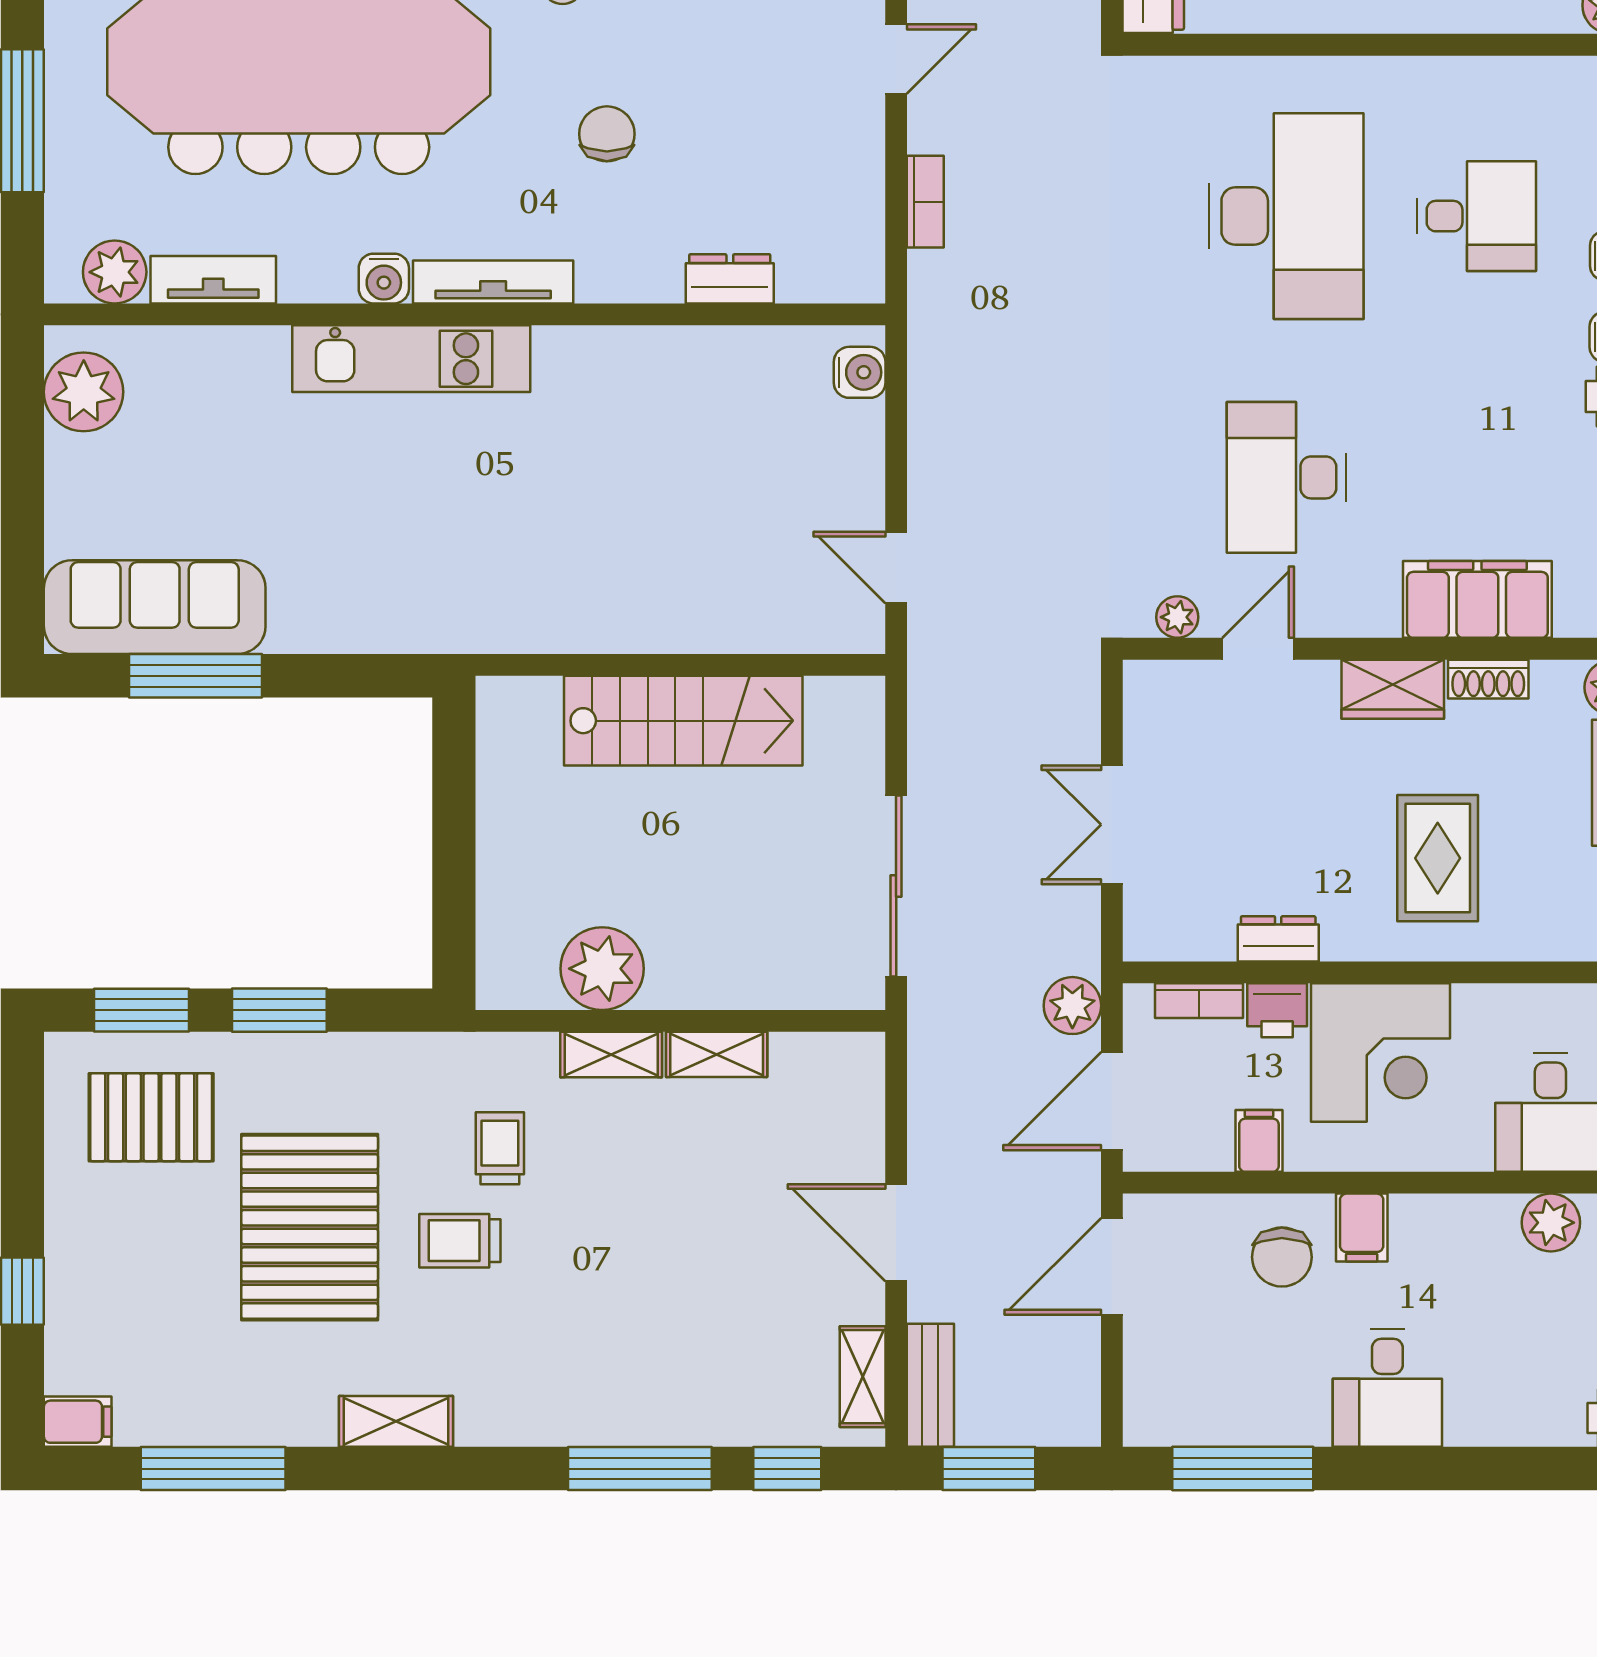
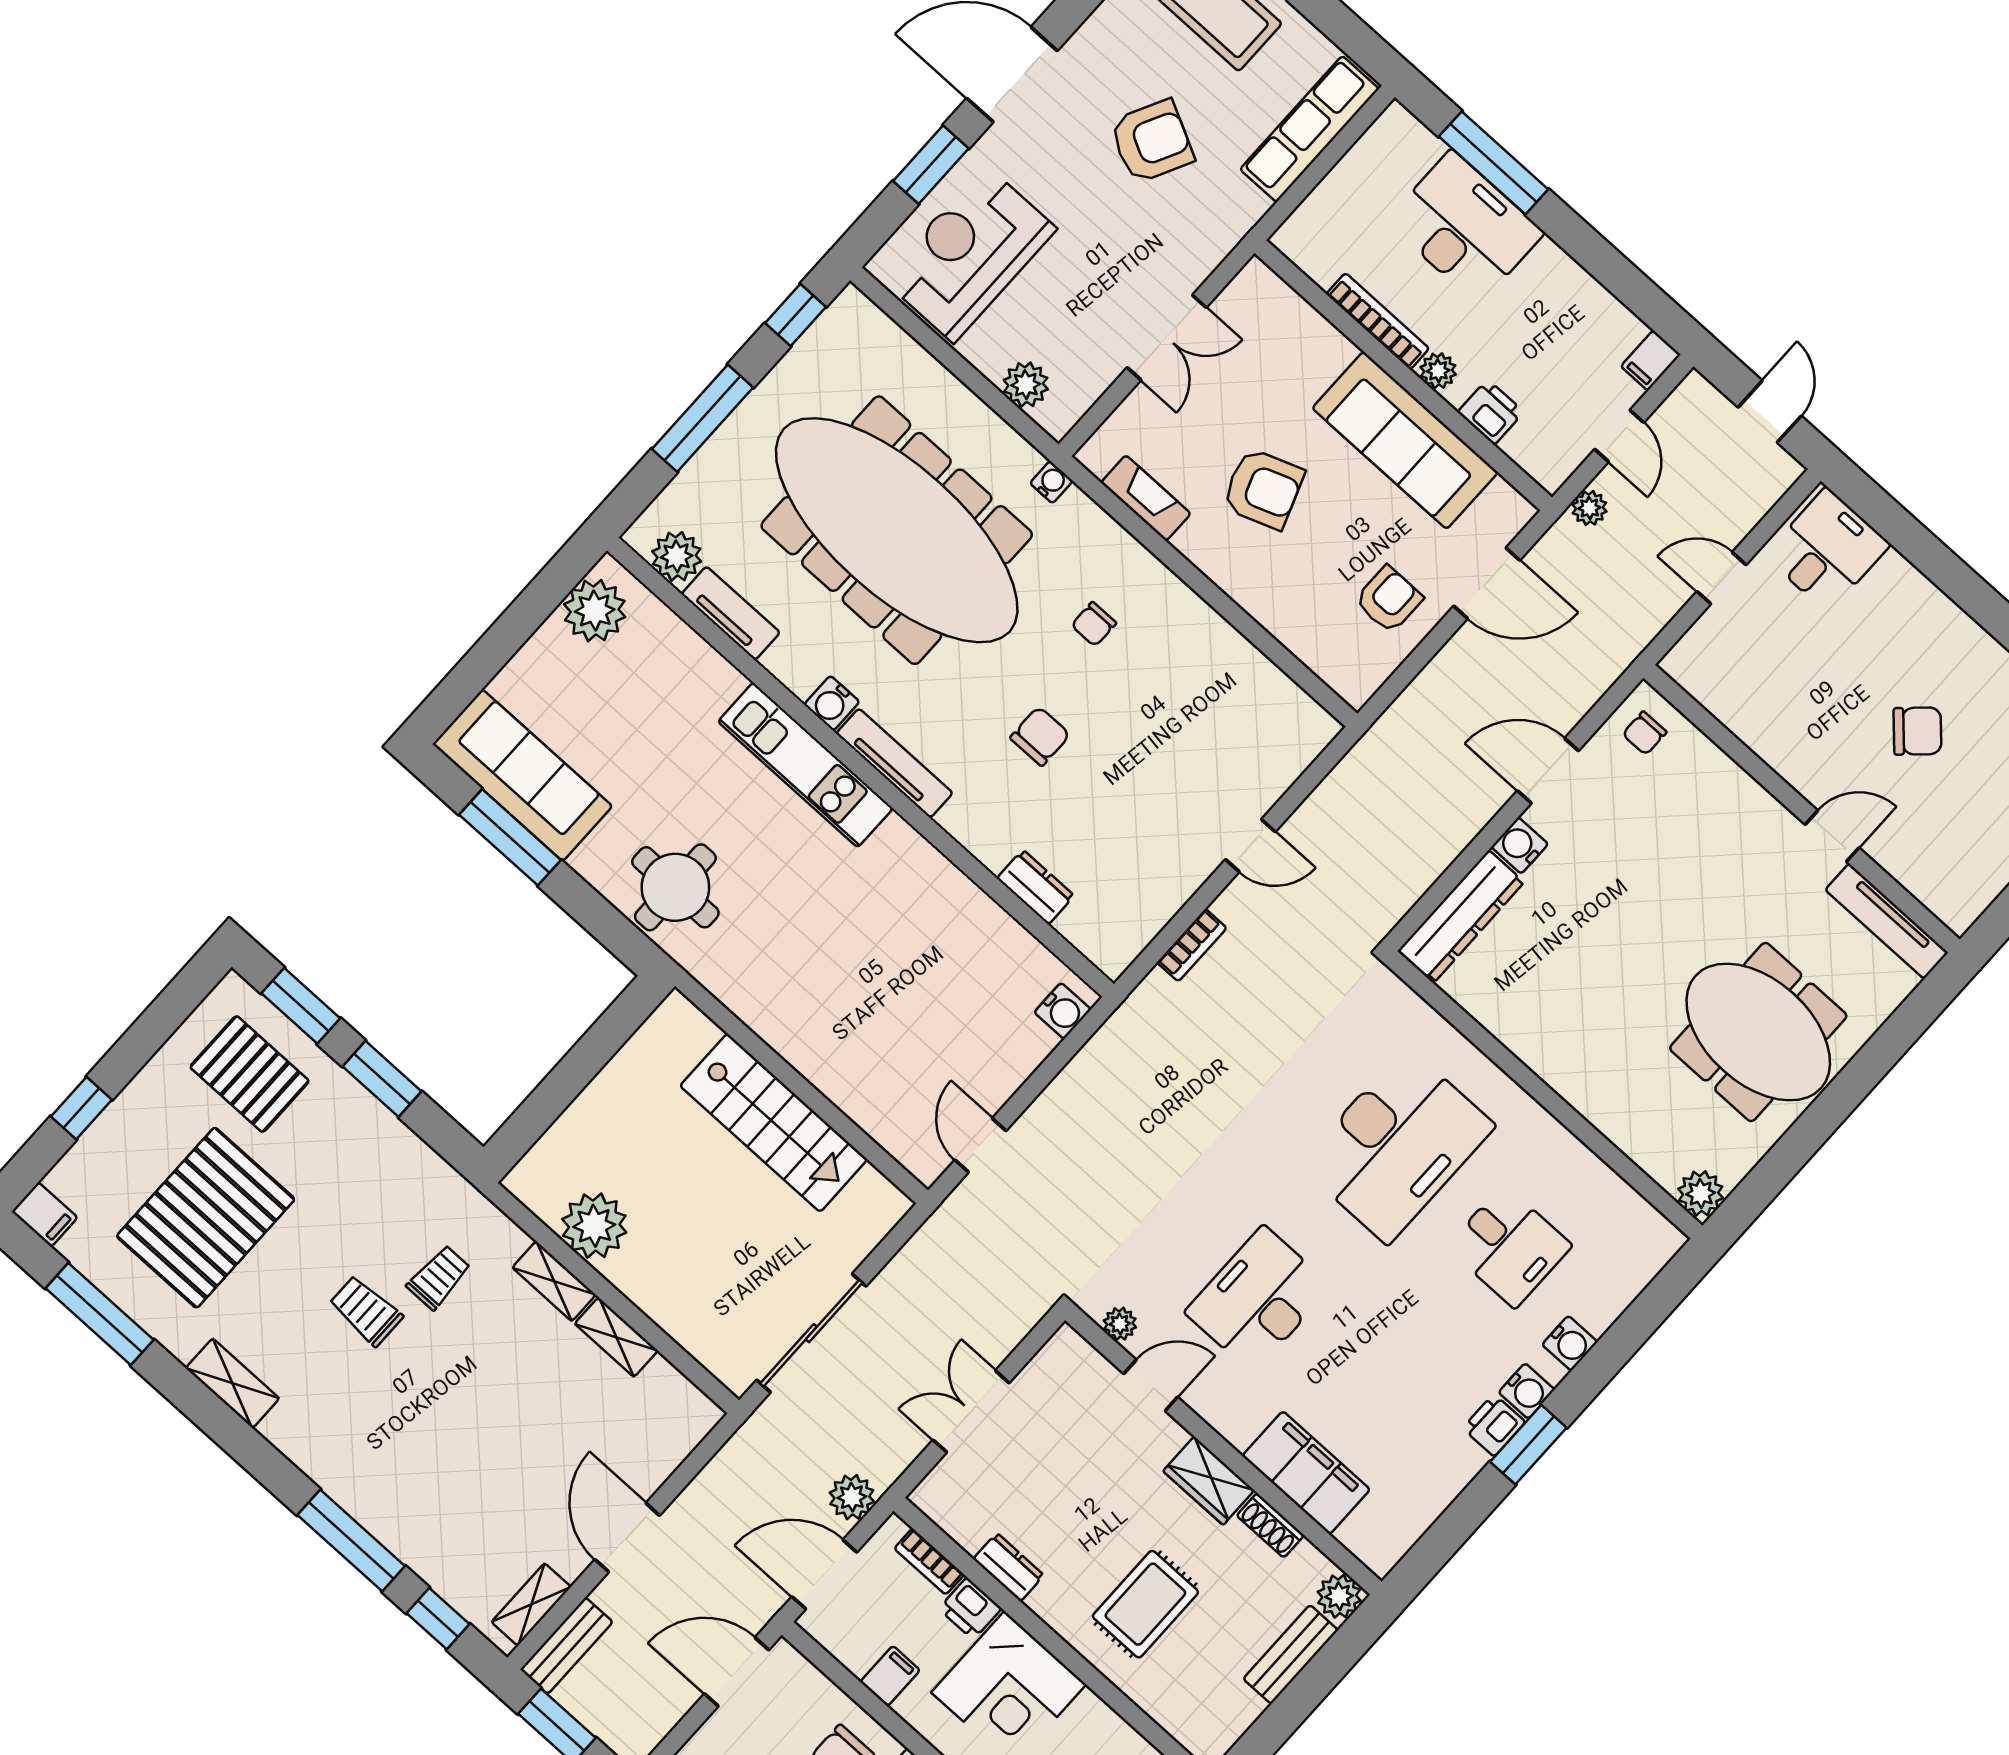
round table: (393, 583) -> (675, 887), added
pallet: (310, 1227) -> (206, 1218), moved

